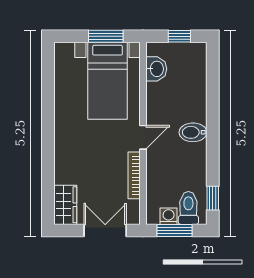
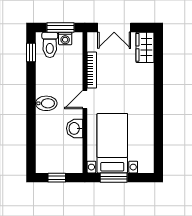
washbasin: (156, 69) -> (75, 128), moved

